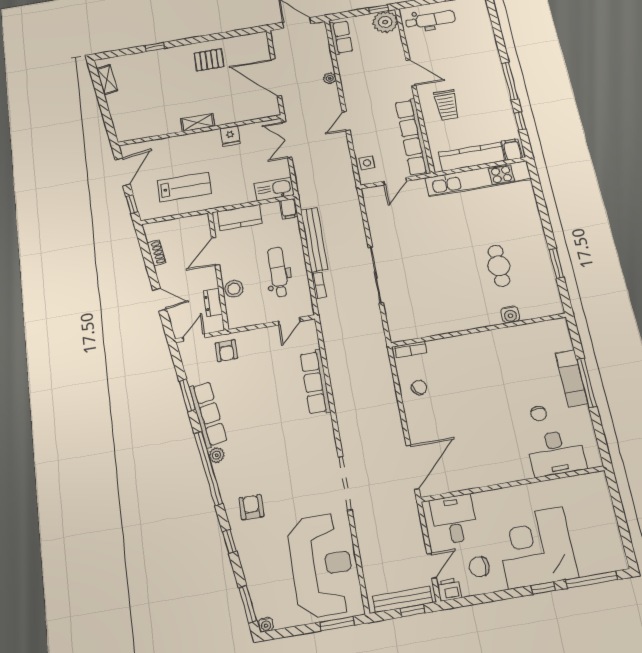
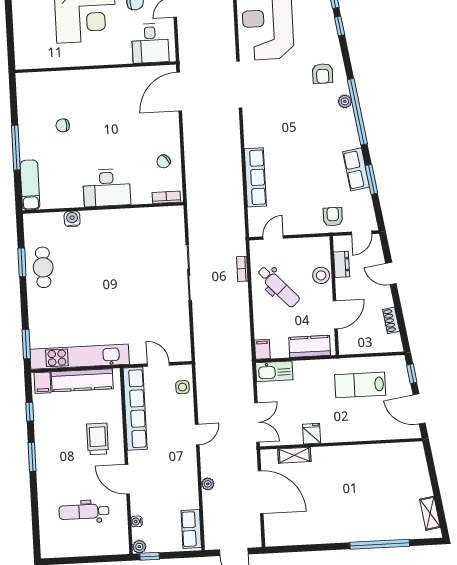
dental chair: (430, 20) -> (84, 512), moved
plant: (385, 22) -> (139, 547), width x0.53, depth x0.53
water cooler: (396, 37) -> (137, 521), added
window: (155, 47) -> (380, 544), width x3.17
pallet: (209, 60) -> (326, 522), removed
window: (510, 81) -> (32, 457), width x0.69
shelving: (198, 123) -> (294, 455), moved
door: (123, 172) -> (419, 409), hinge flipped
door: (395, 181) -> (158, 364), hinge flipped
window: (536, 184) -> (26, 344), added
bench: (314, 239) -> (242, 315), removed
cafe table: (499, 266) -> (43, 267), moved
dental chair: (278, 272) -> (278, 287), turned -43
exam couch: (572, 378) -> (30, 185), moved
row of seats: (208, 414) -> (356, 169), width x0.68
chair: (539, 414) -> (63, 125), turned -94
desk: (556, 453) -> (107, 188), moved, turned 180
plant: (217, 455) -> (345, 101), moved
window: (229, 541) -> (340, 26), moved

